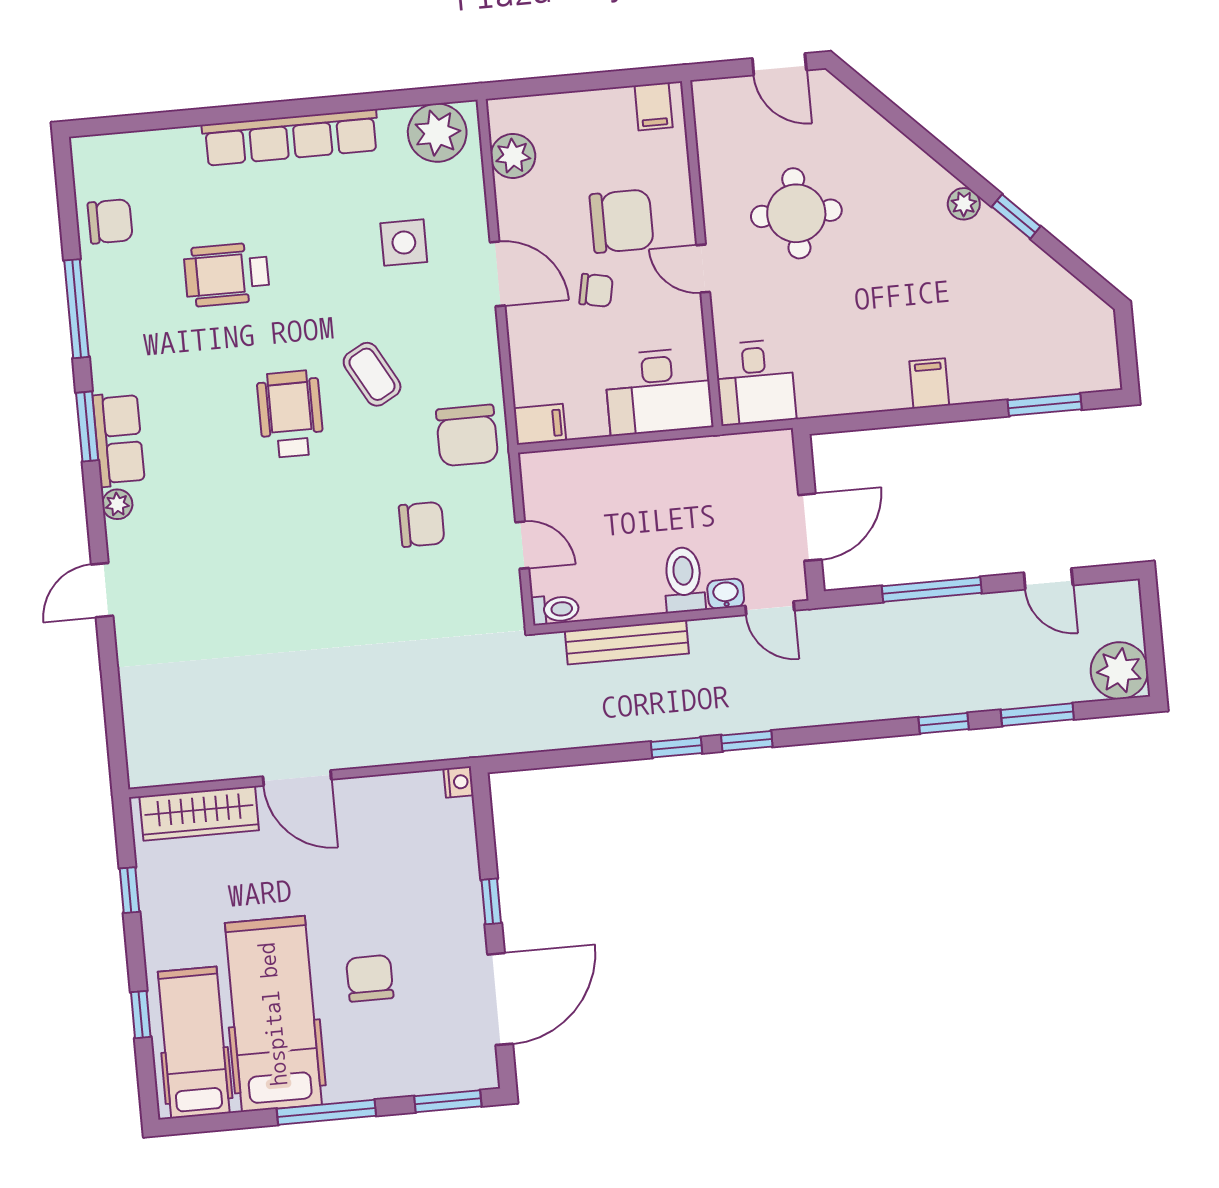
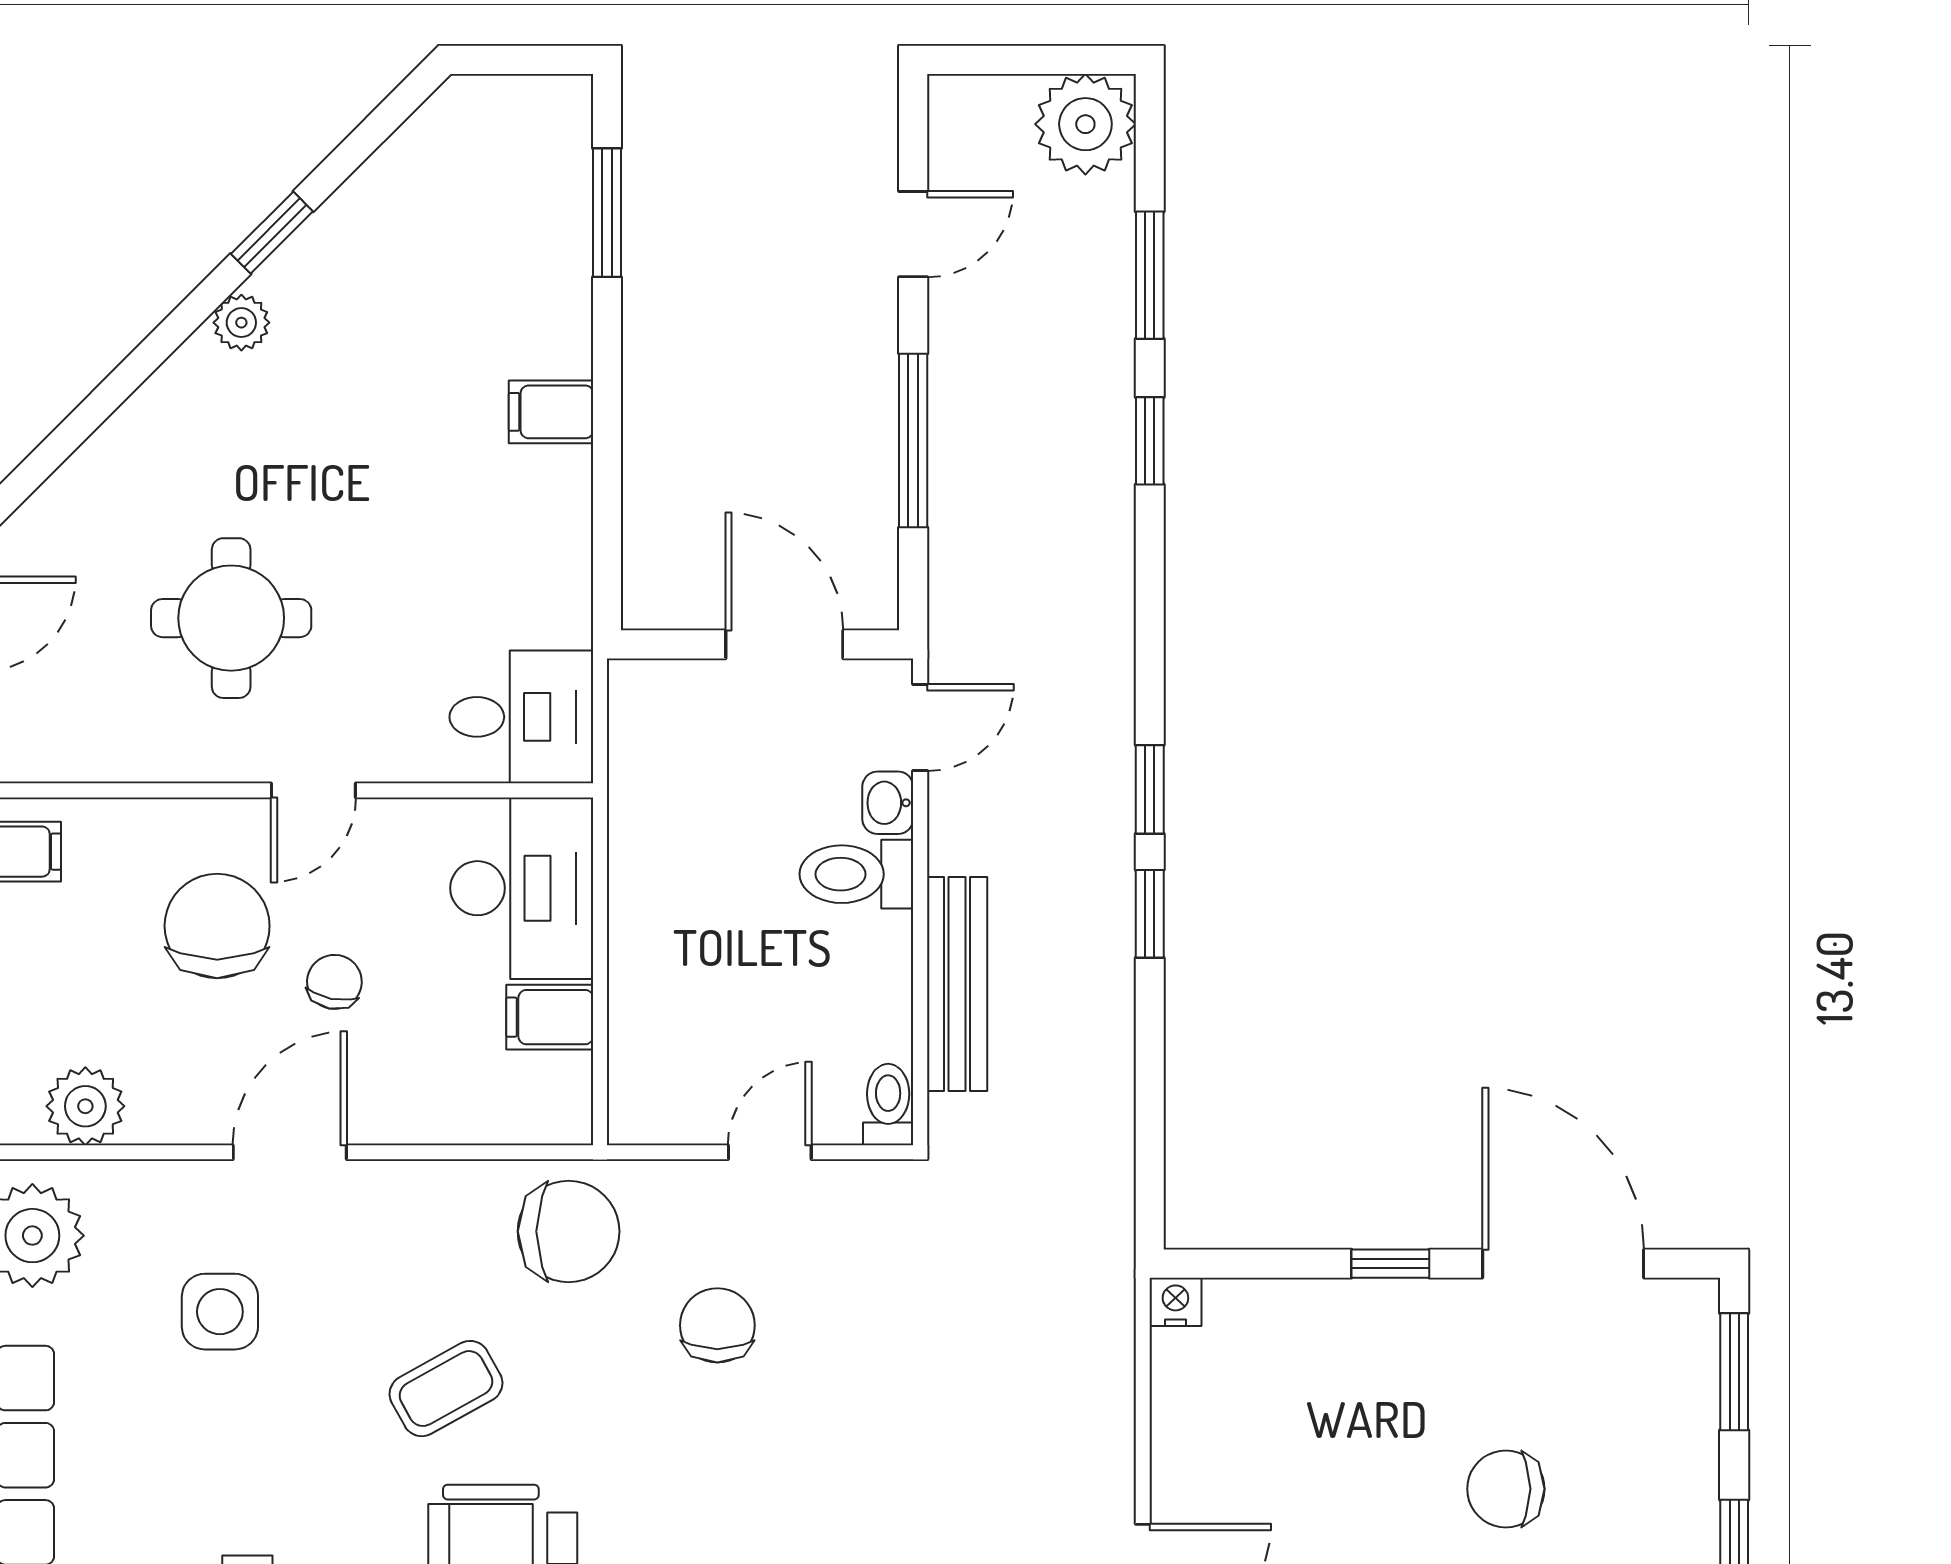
filing cabinet: (540, 424) -> (550, 1017), moved, turned -90

